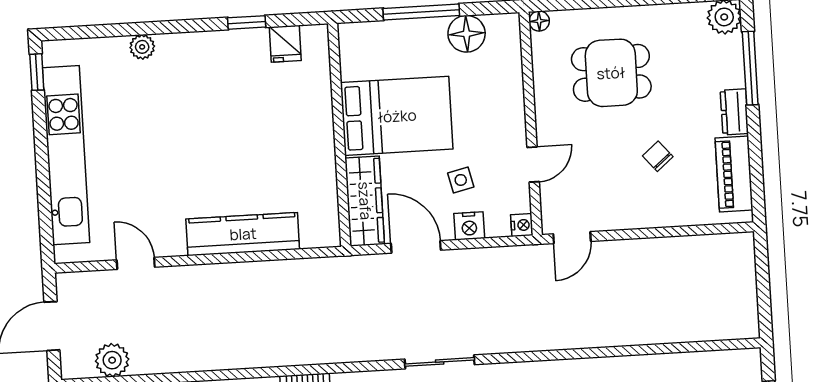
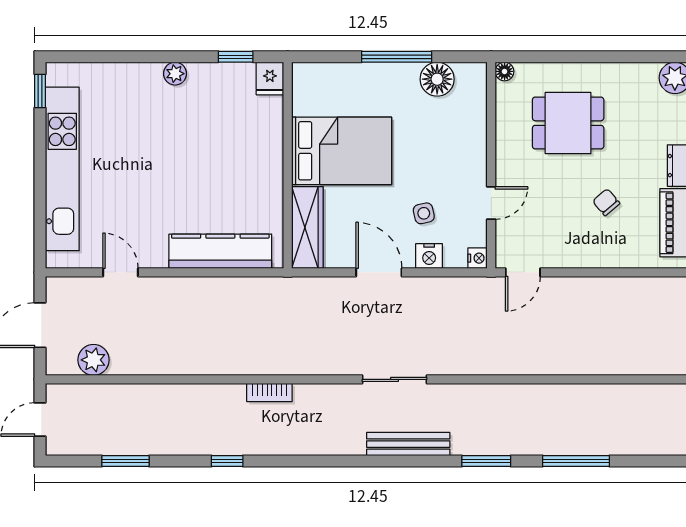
plant: (142, 47) -> (175, 74), moved
bed: (397, 116) -> (342, 151), moved
wall: (339, 135) -> (288, 165), moved
wardrobe: (365, 201) -> (307, 227), moved

